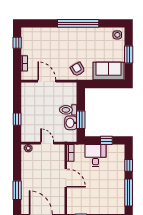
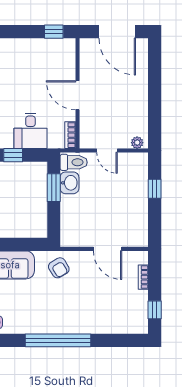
toilet: (68, 110) -> (74, 162), moved
window: (17, 190) -> (155, 76), removed

